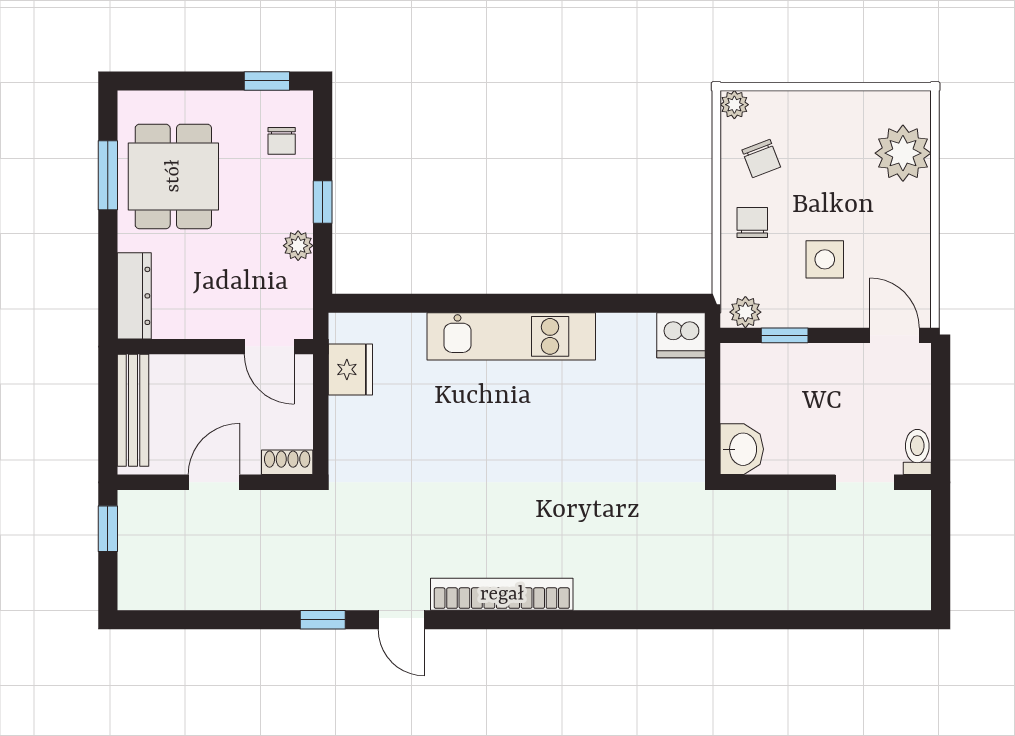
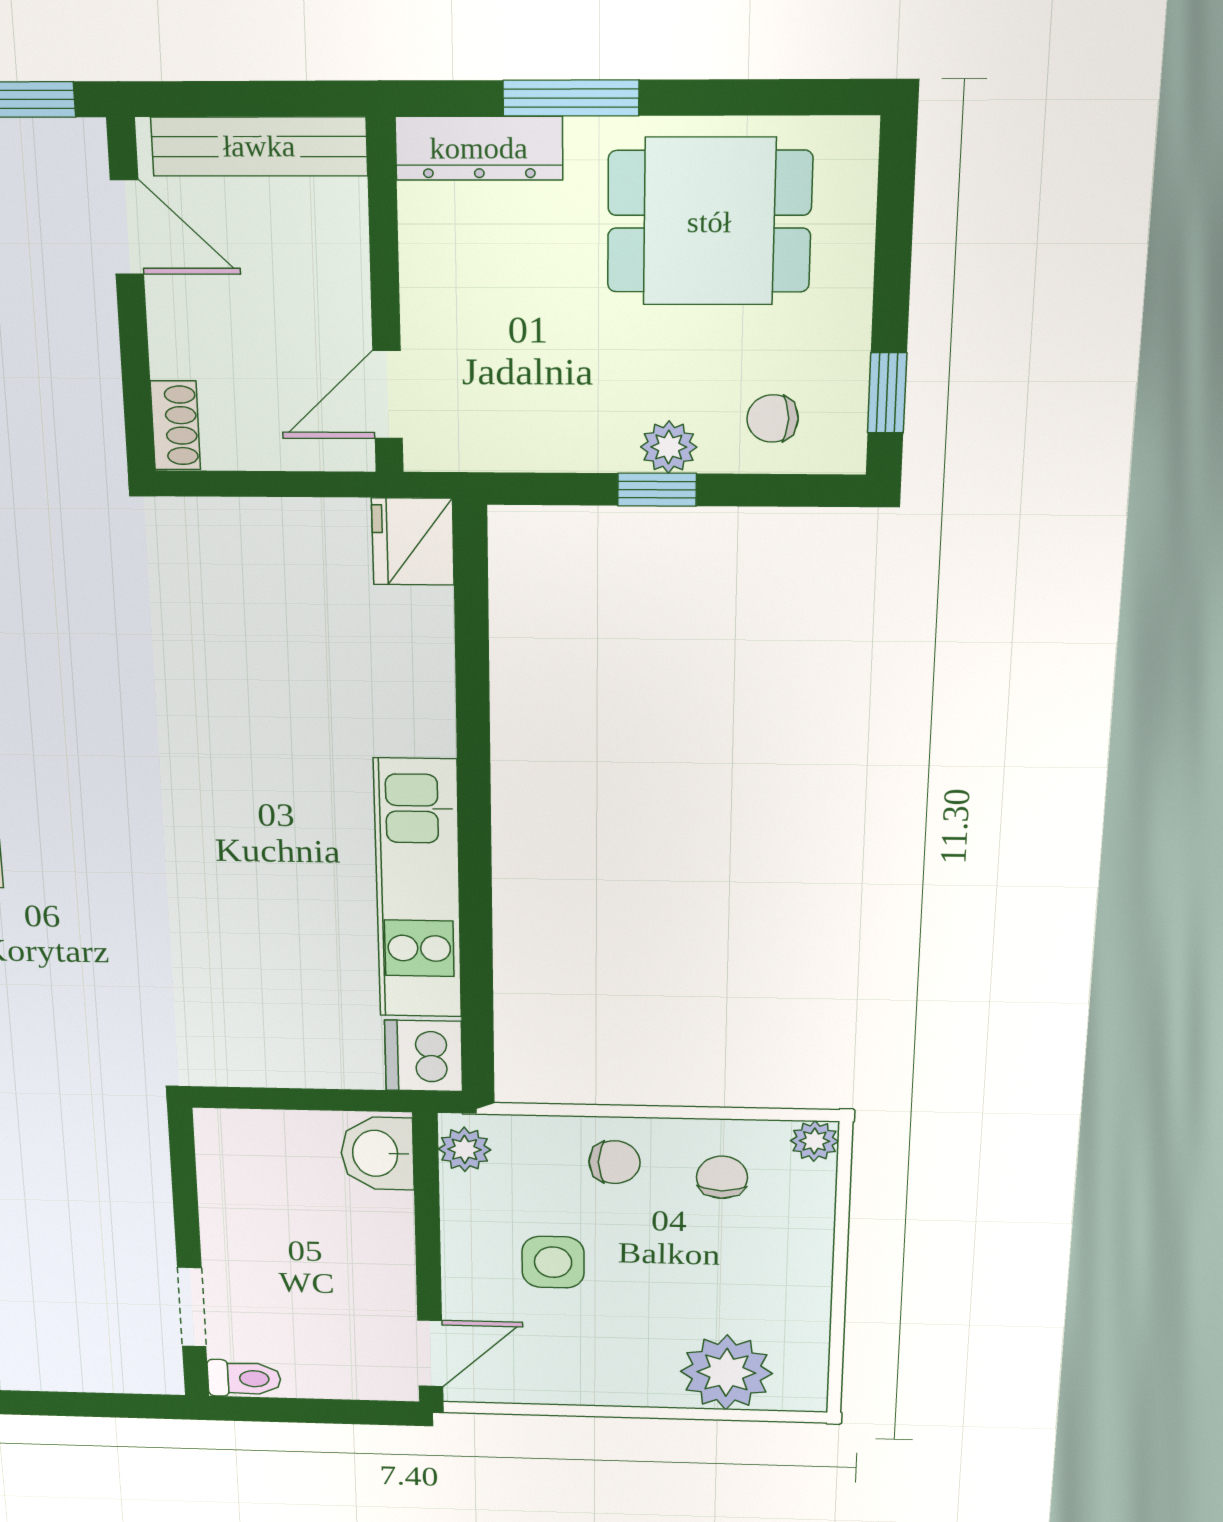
chair: (761, 159) -> (722, 1177), turned 111
window: (108, 175) -> (571, 98), moved
plant: (298, 246) -> (669, 447), moved
window: (785, 335) -> (427, 1204), removed
kitchen unit: (511, 336) -> (418, 889), moved
fridge: (350, 369) -> (413, 542), moved, turned 90
washbasin: (742, 449) -> (377, 1153), moved, turned 90
door: (214, 482) -> (127, 227), moved

